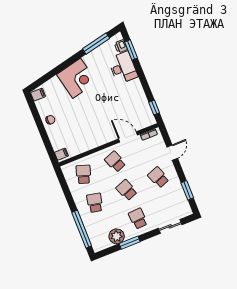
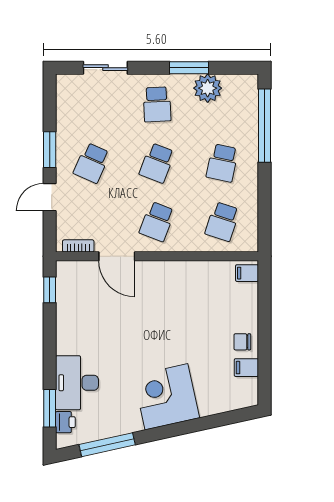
filing cabinet: (38, 95) -> (246, 368), moved
school desk: (115, 162) -> (157, 222), turned 42
school desk: (158, 177) -> (92, 163), turned 45
school desk: (127, 190) -> (157, 163), turned 42
window: (187, 190) -> (50, 150), moved

